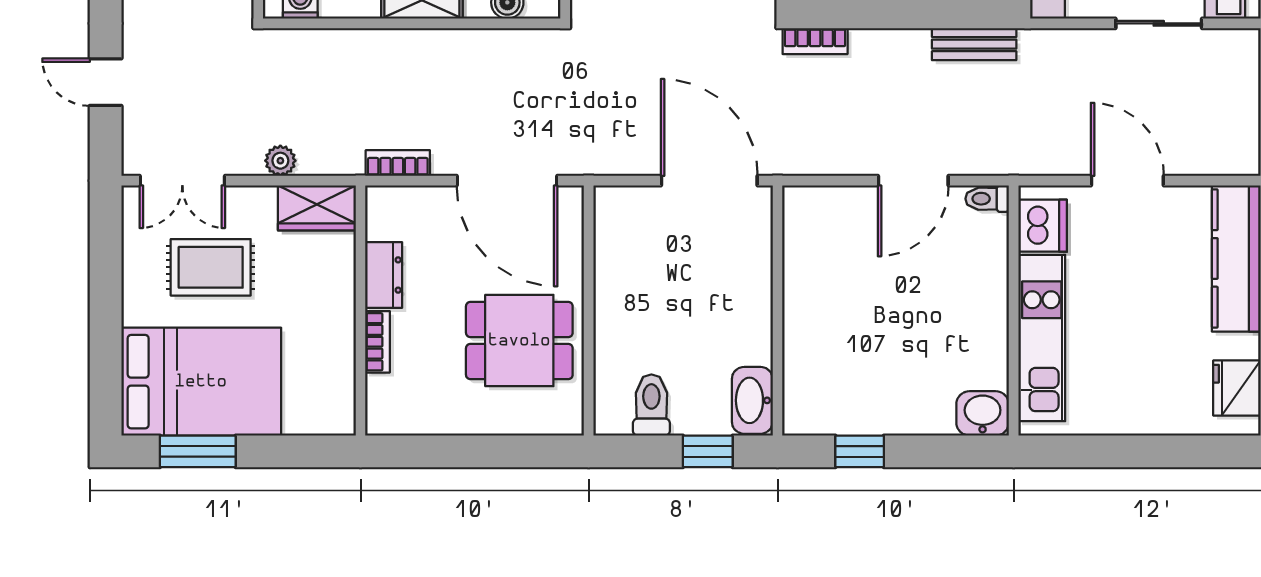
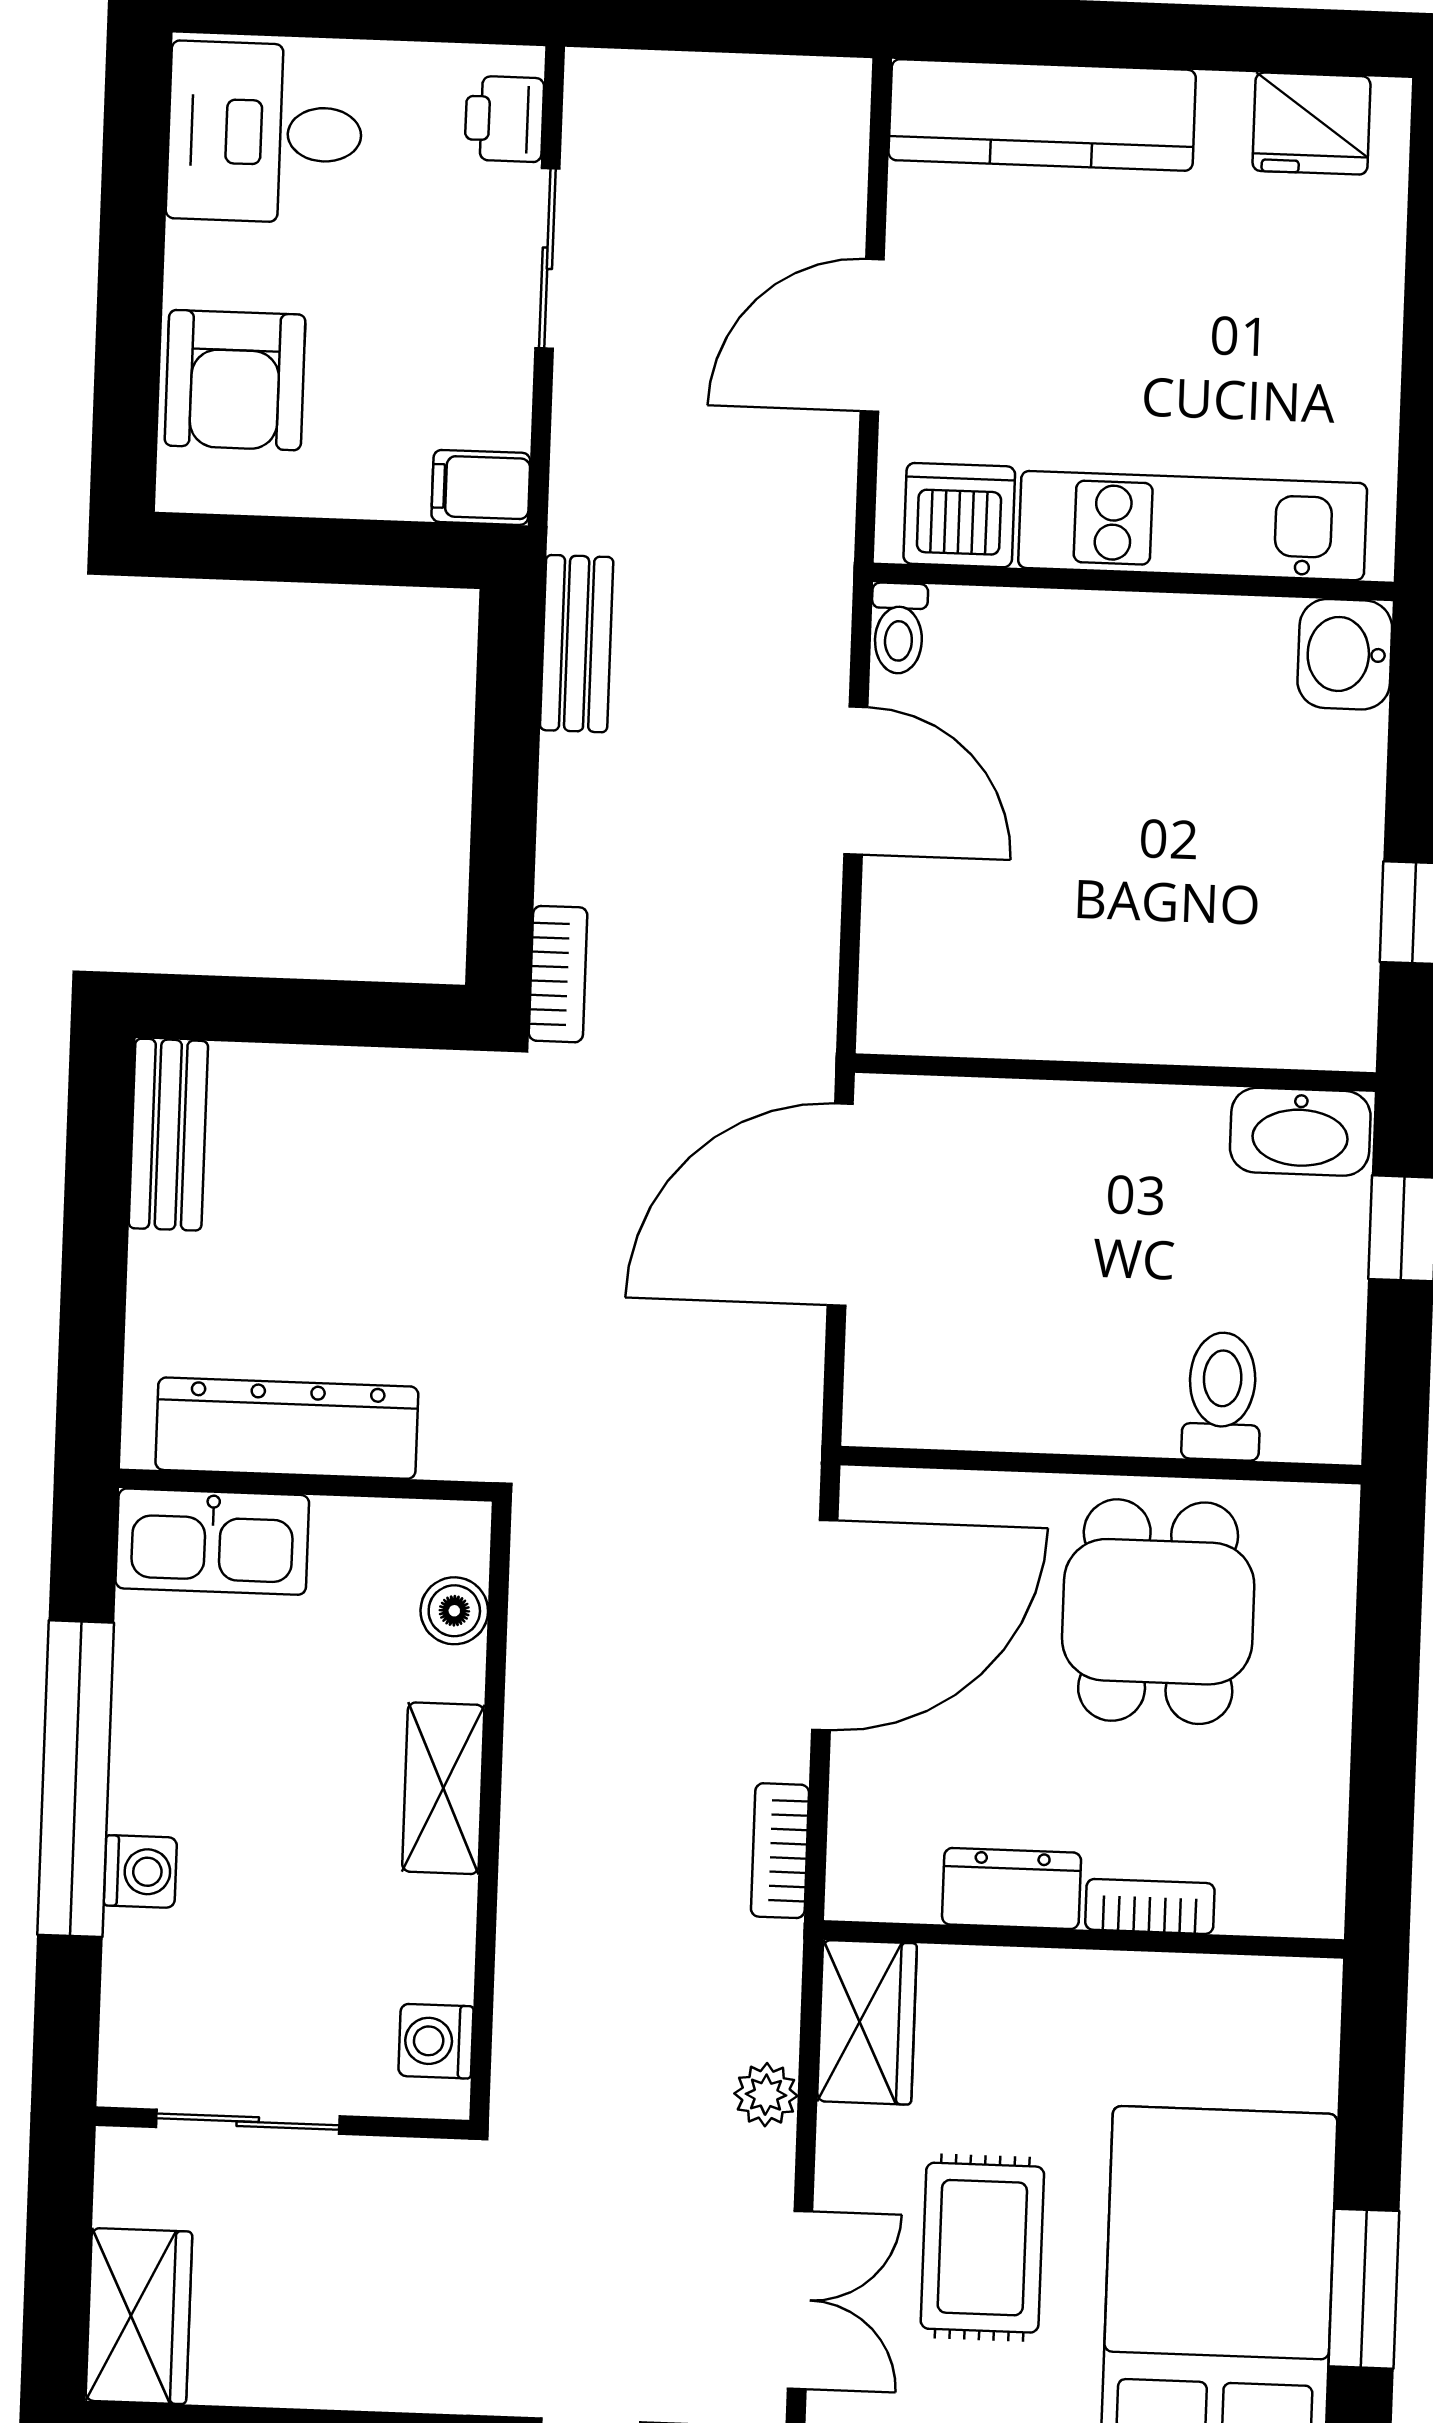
toilet: (651, 405) -> (1222, 1396), moved, turned 90

